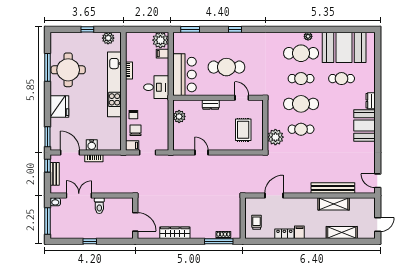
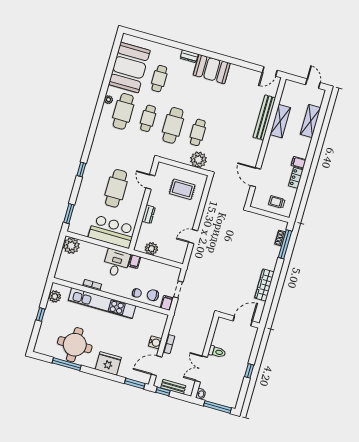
filing cabinet: (162, 54) -> (135, 261), moved
door: (242, 98) -> (150, 182), hinge flipped

